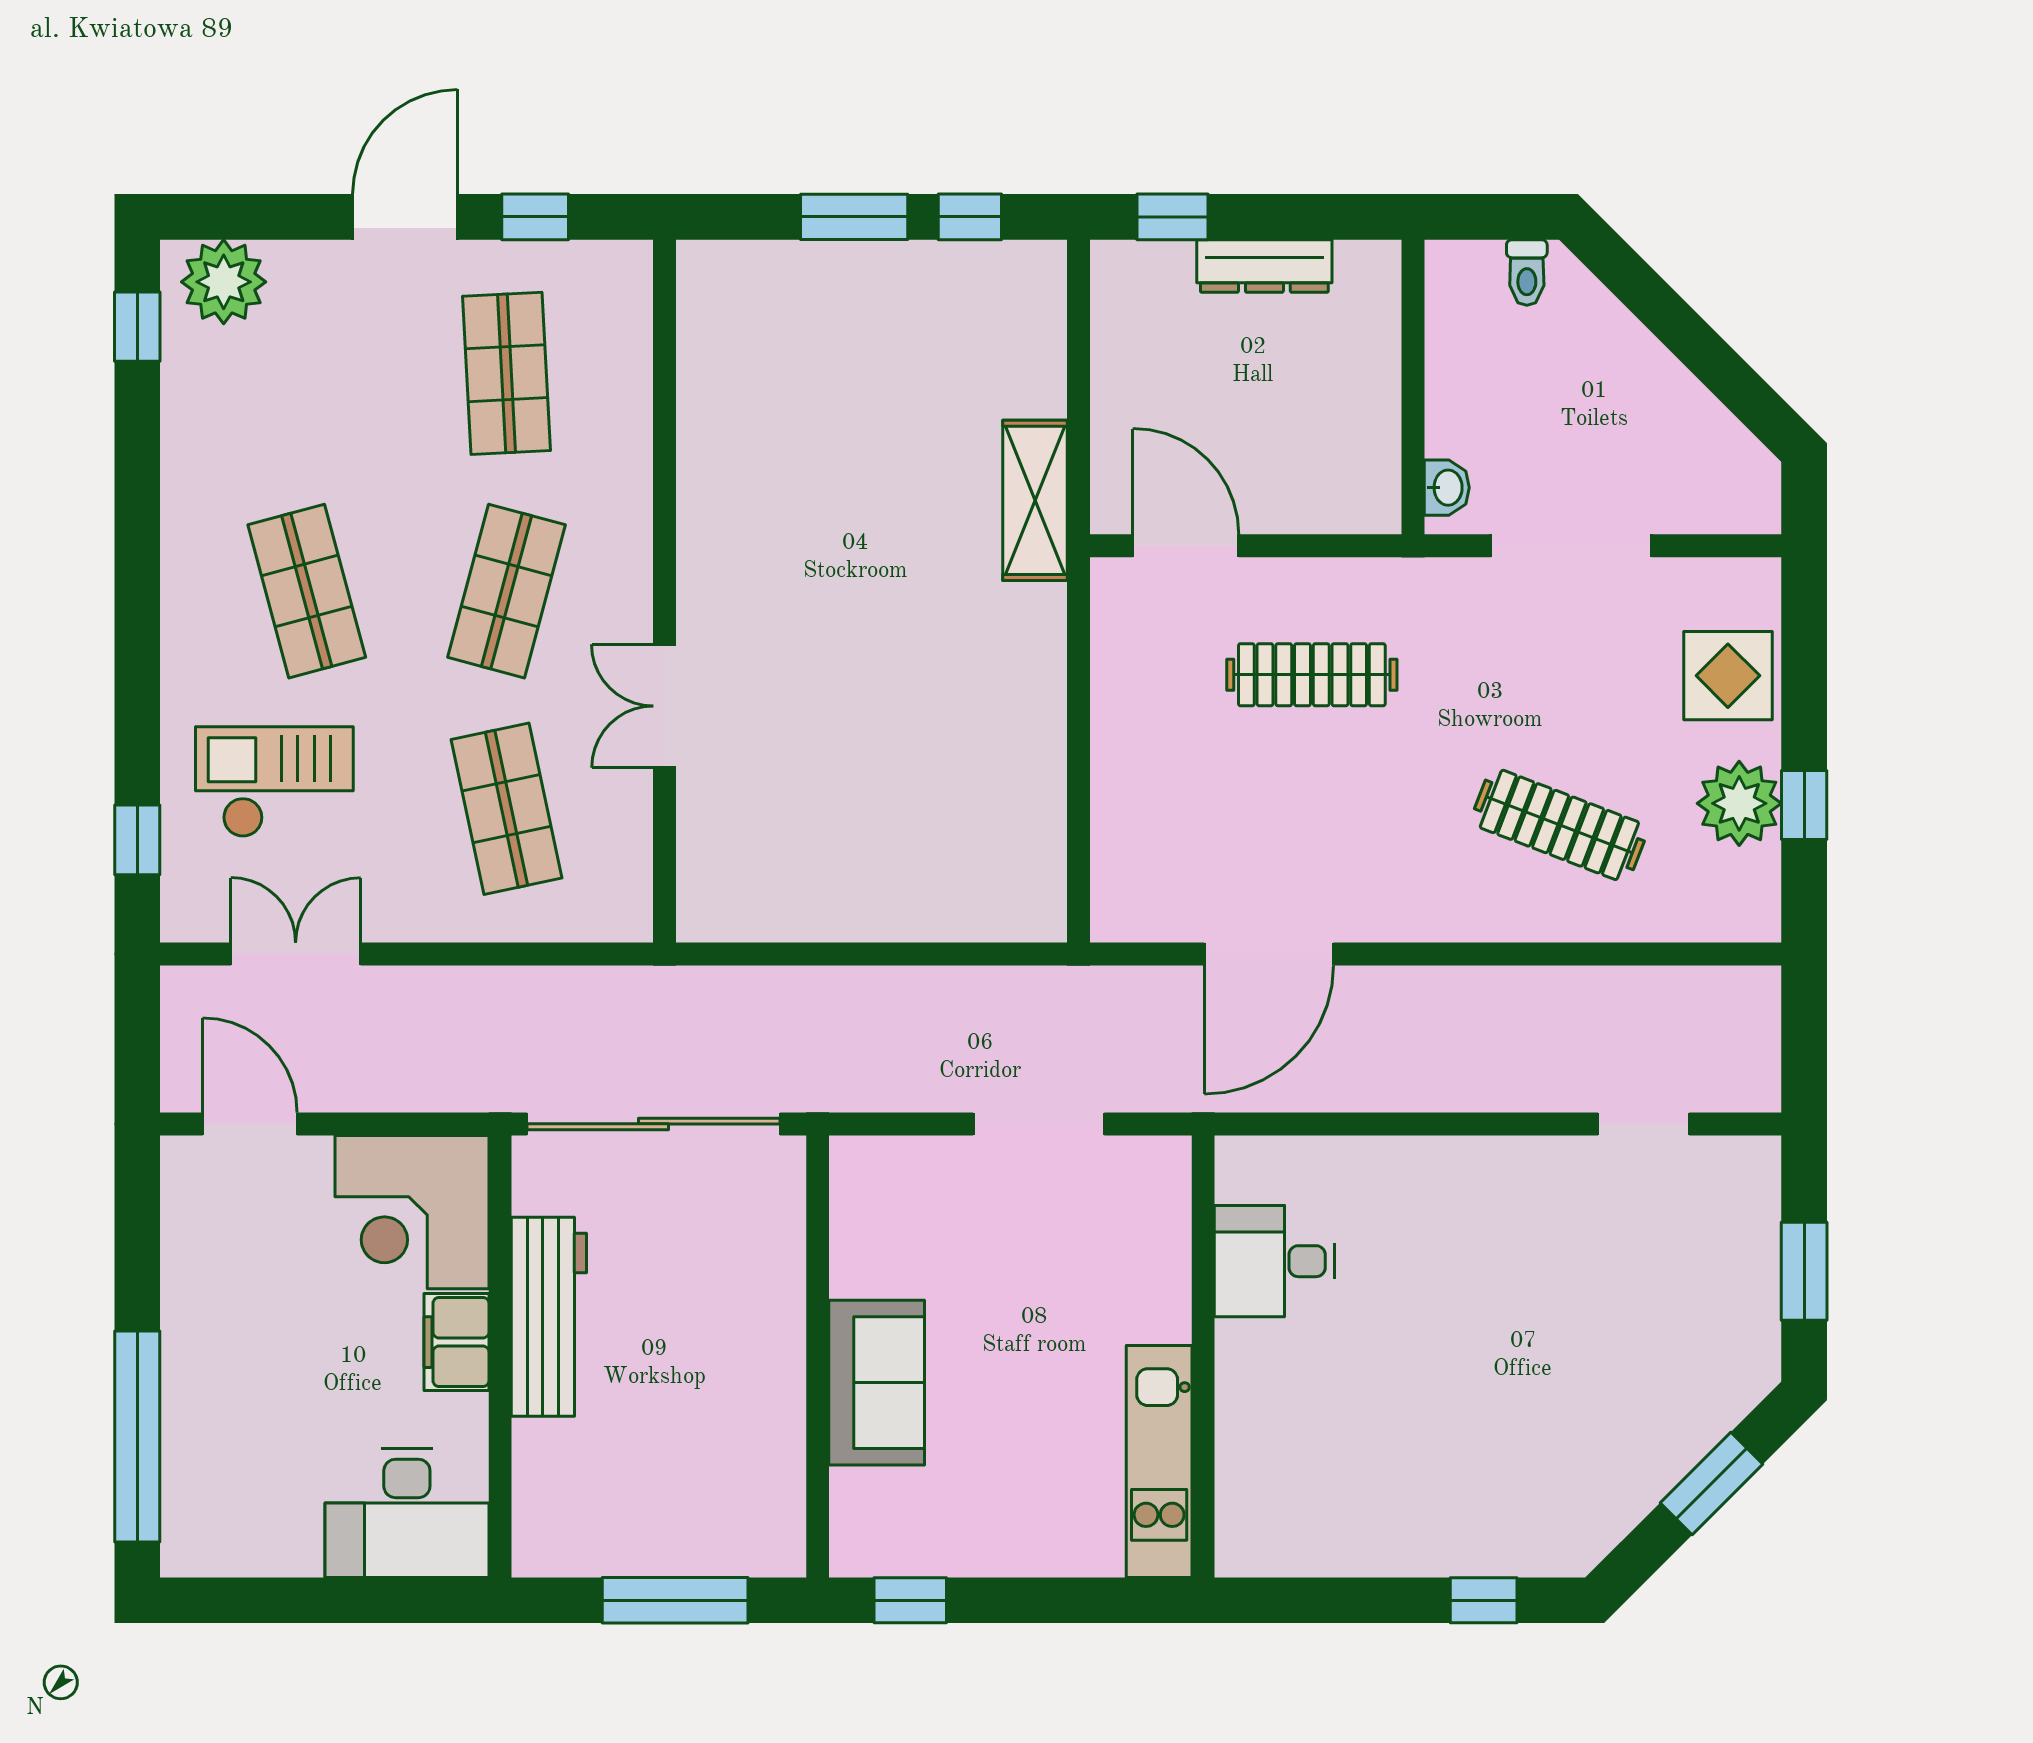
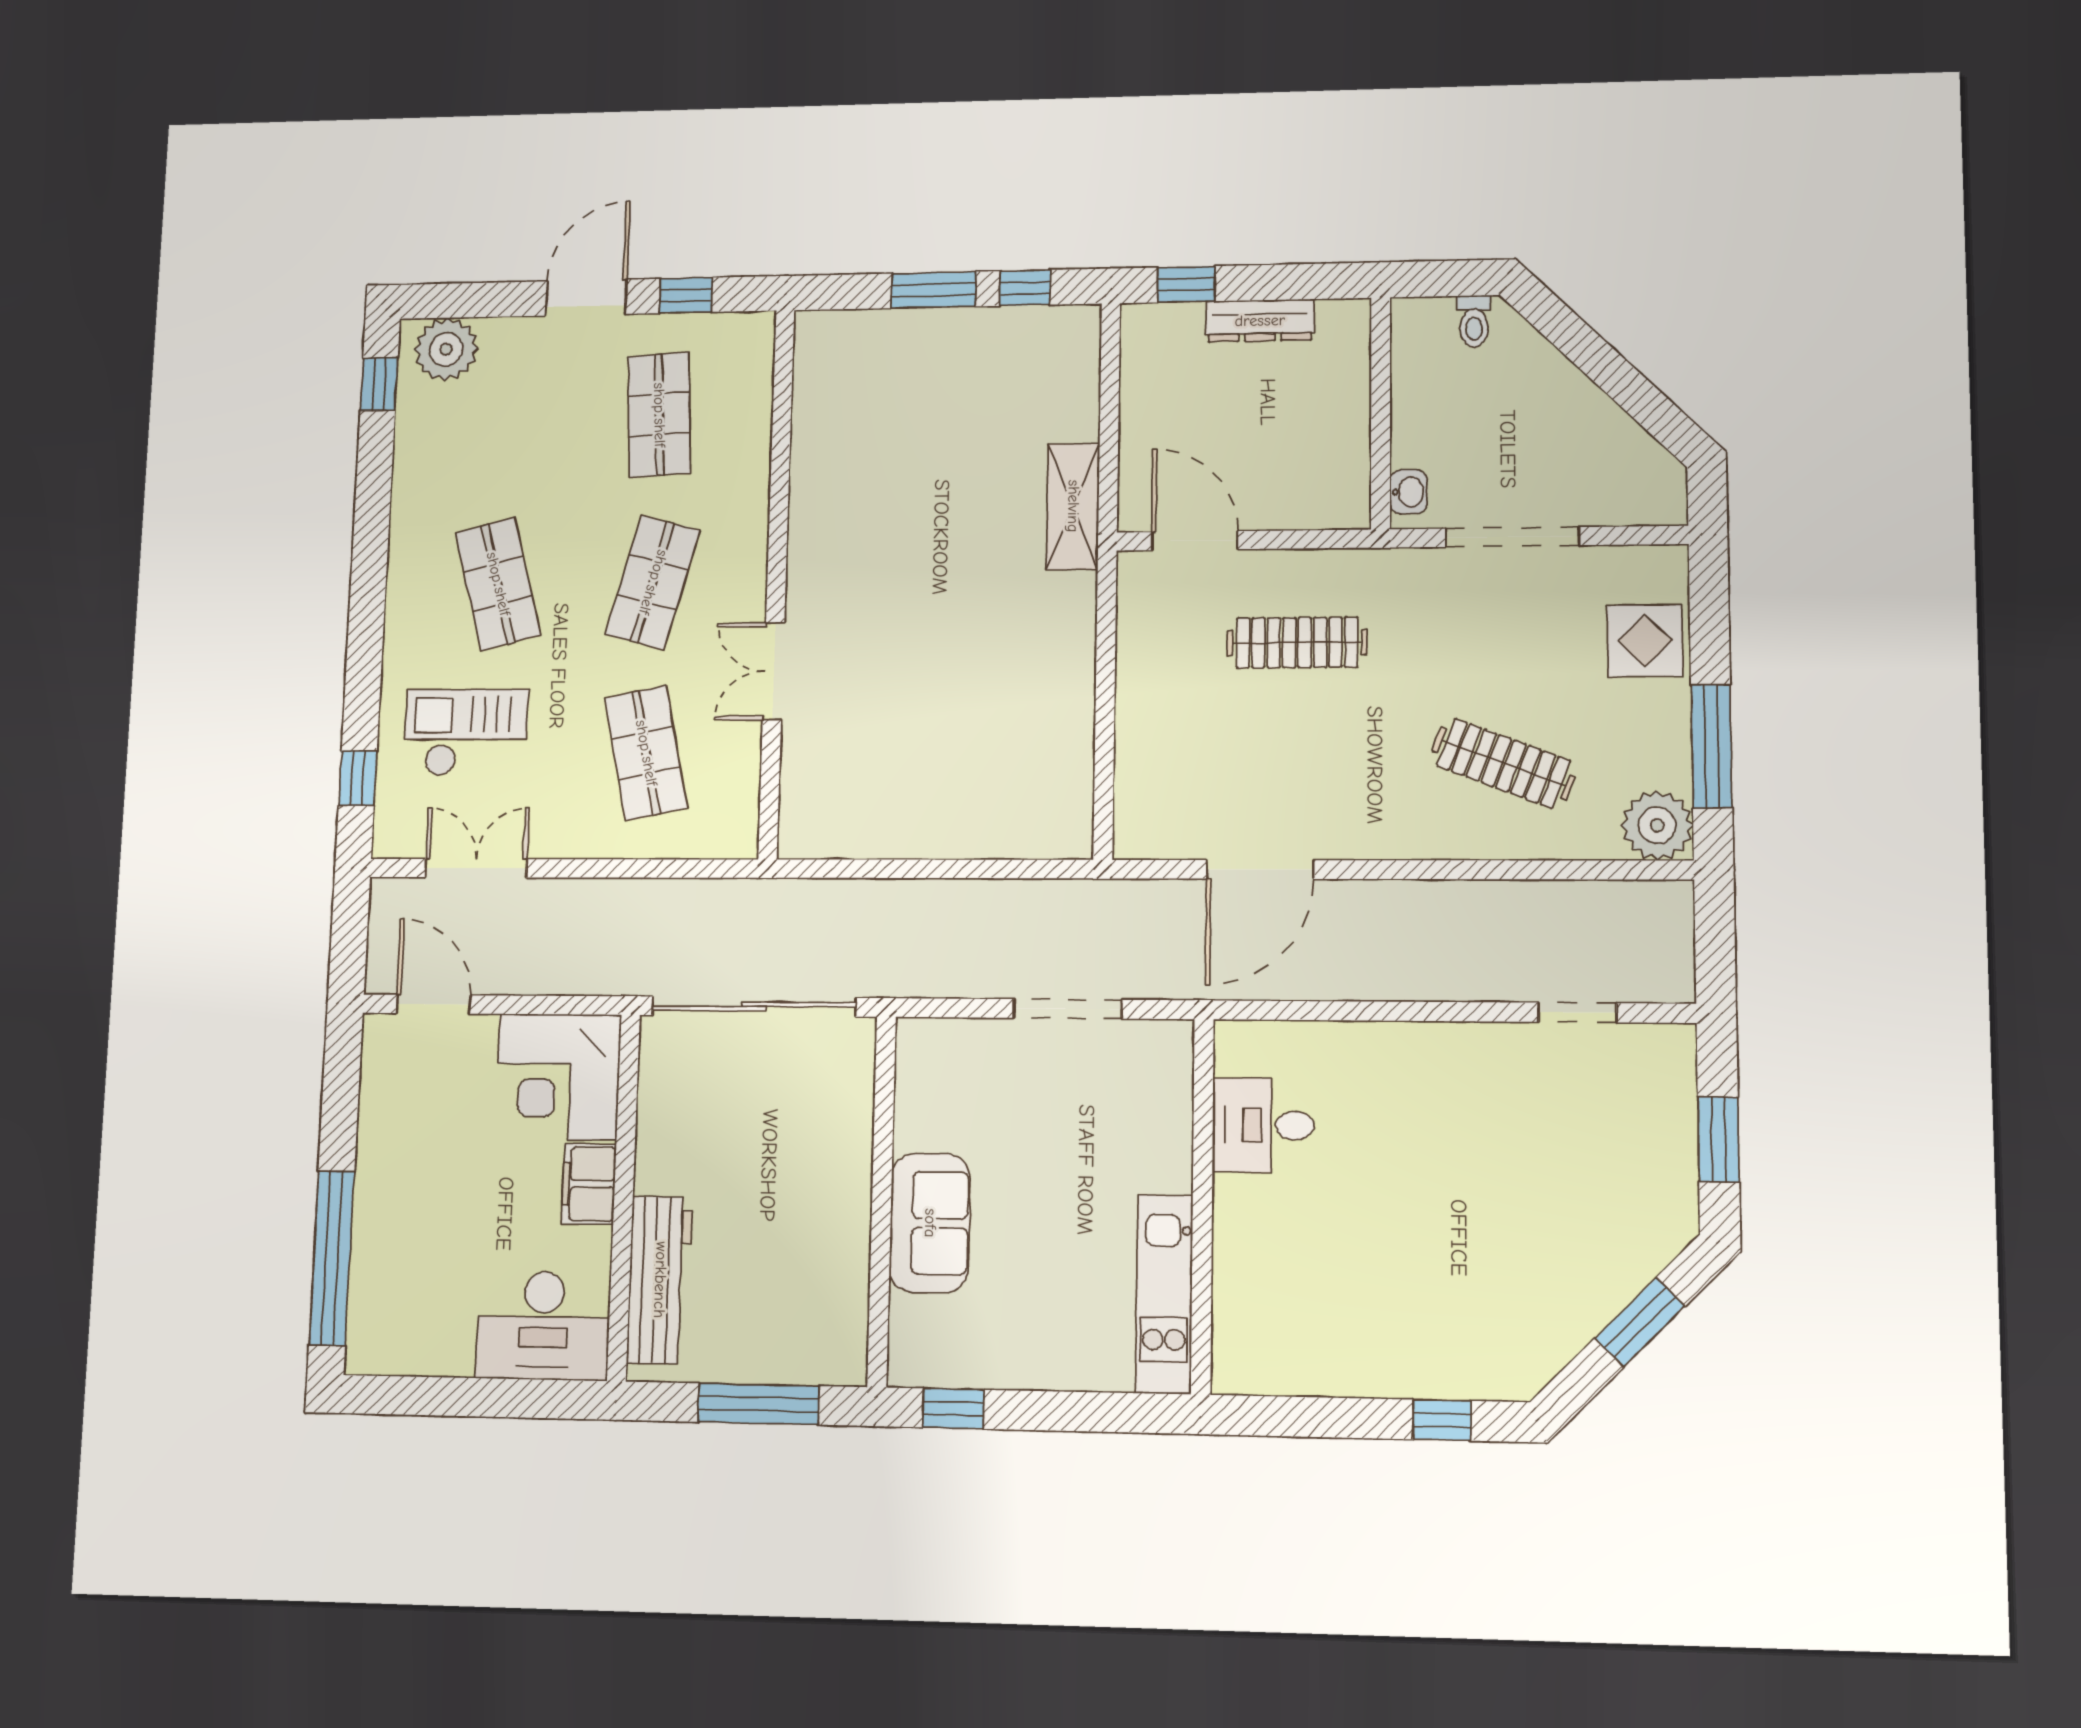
plant: (1739, 803) -> (1657, 825), moved
window: (1804, 805) -> (1712, 746), width x2.17
workbench: (549, 1317) -> (660, 1280), moved

